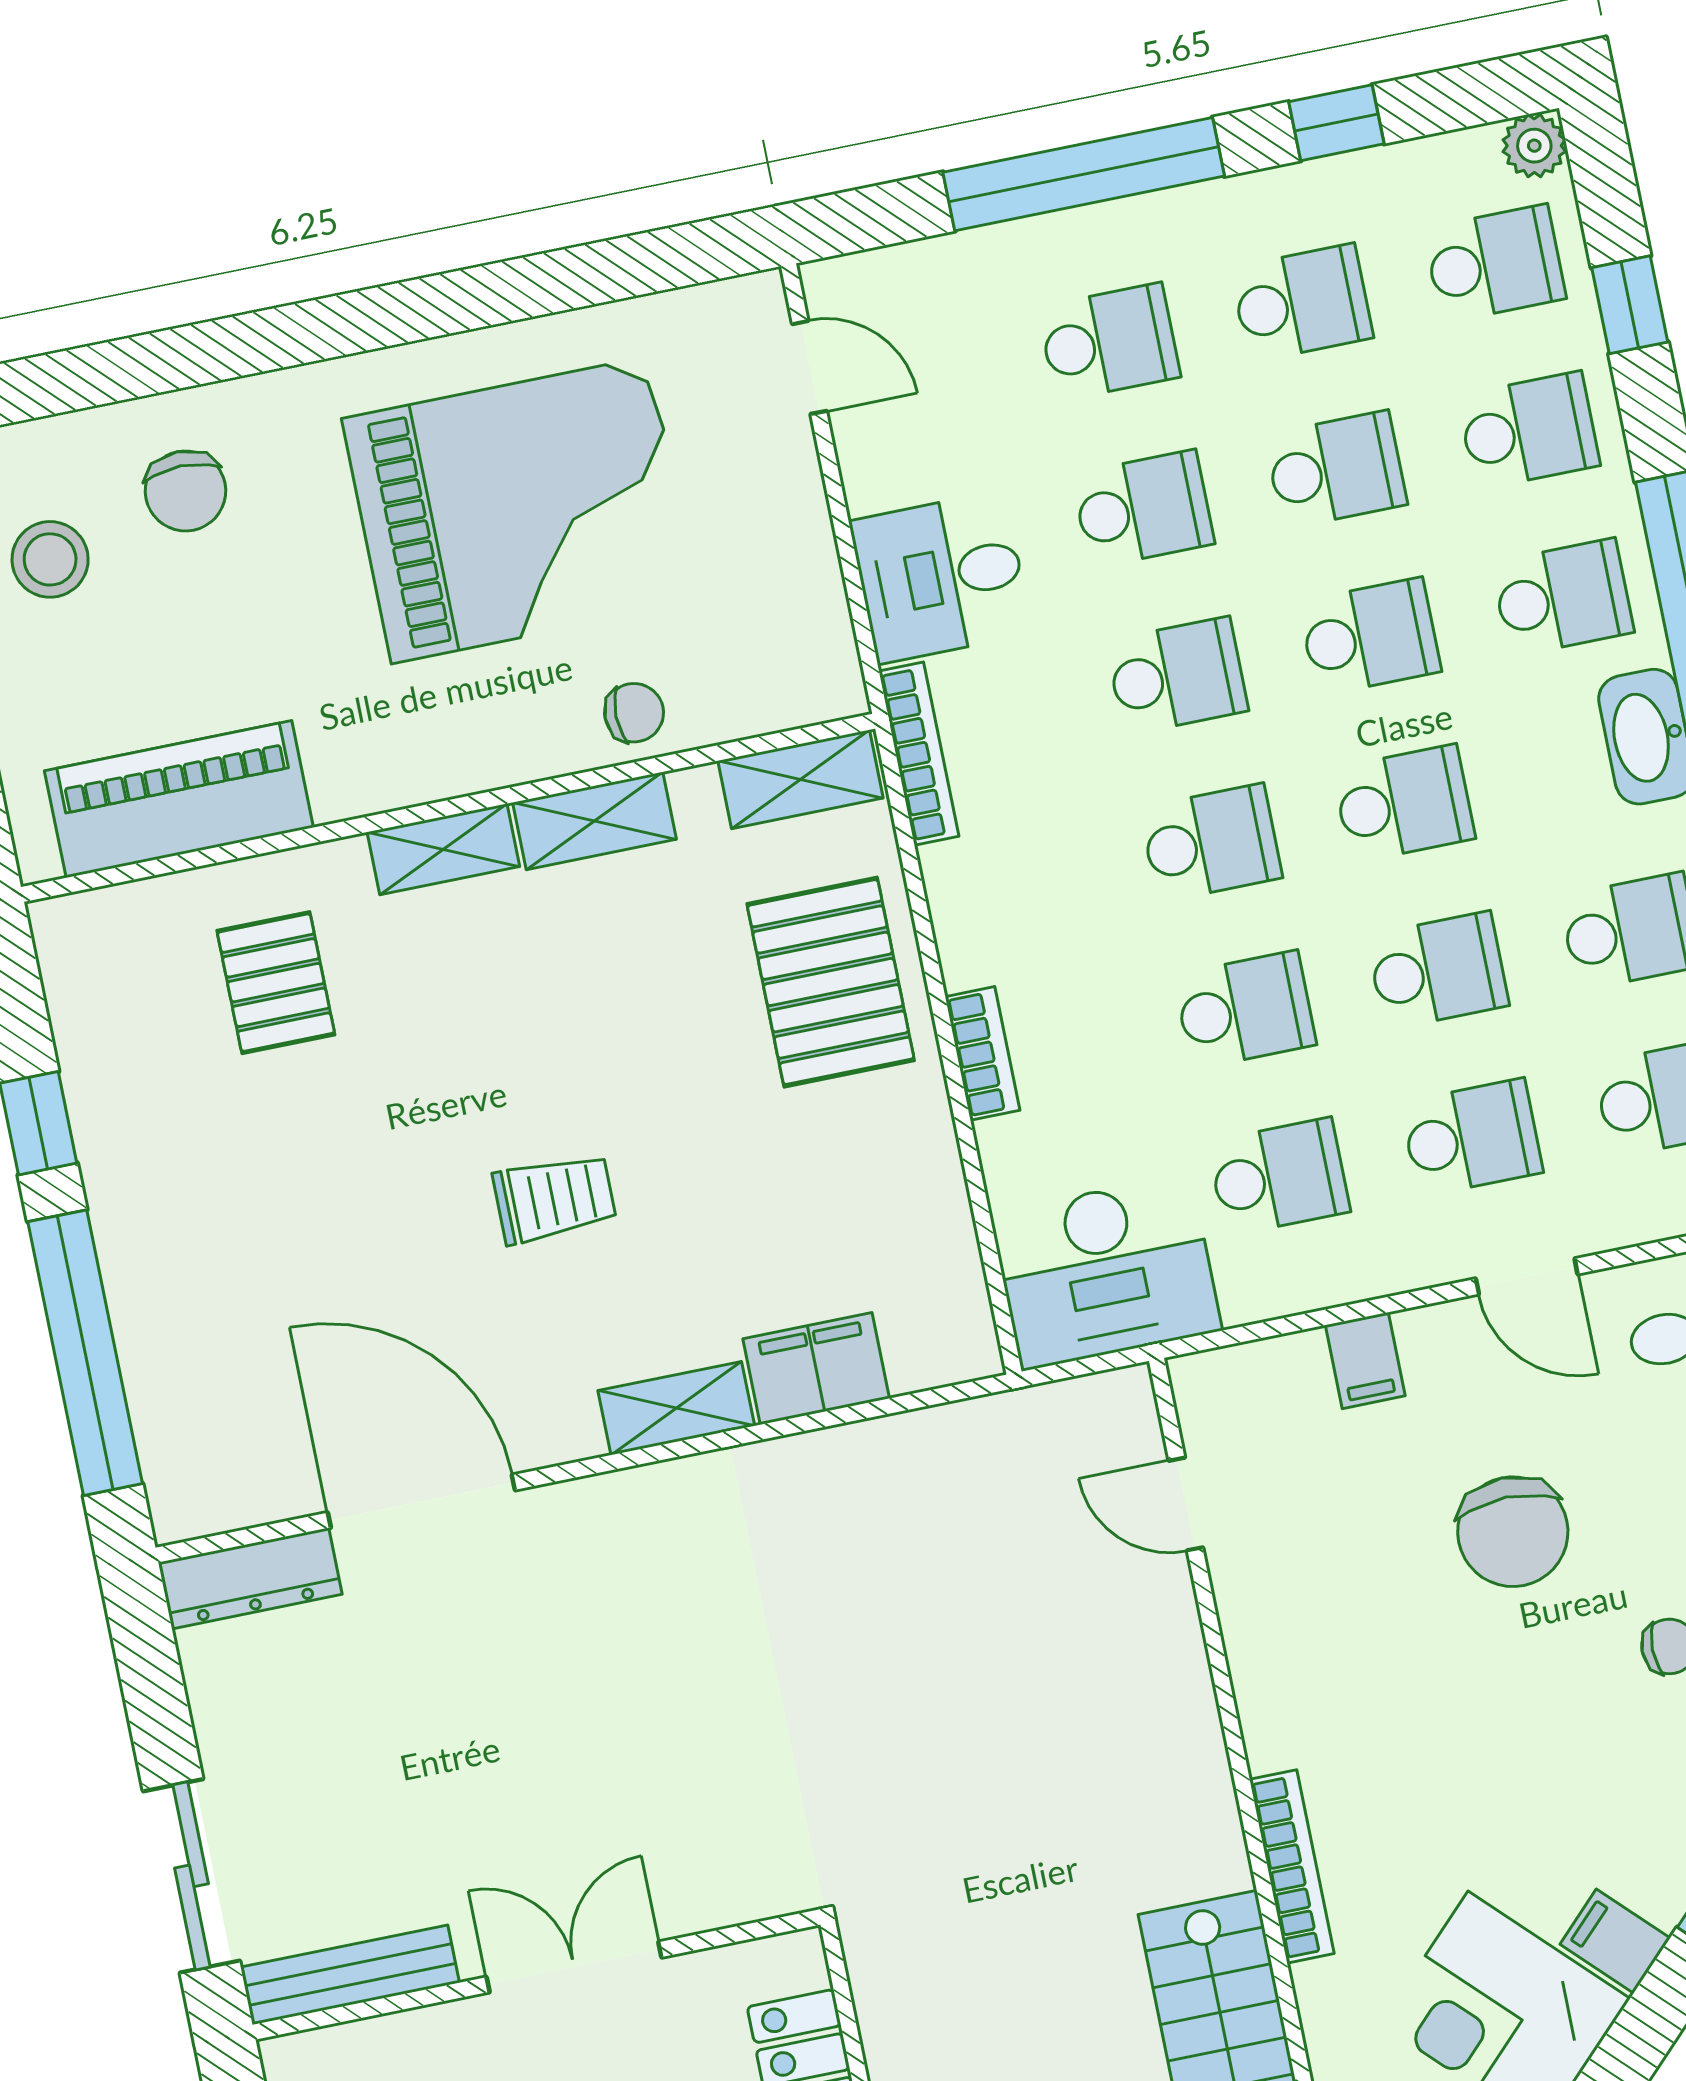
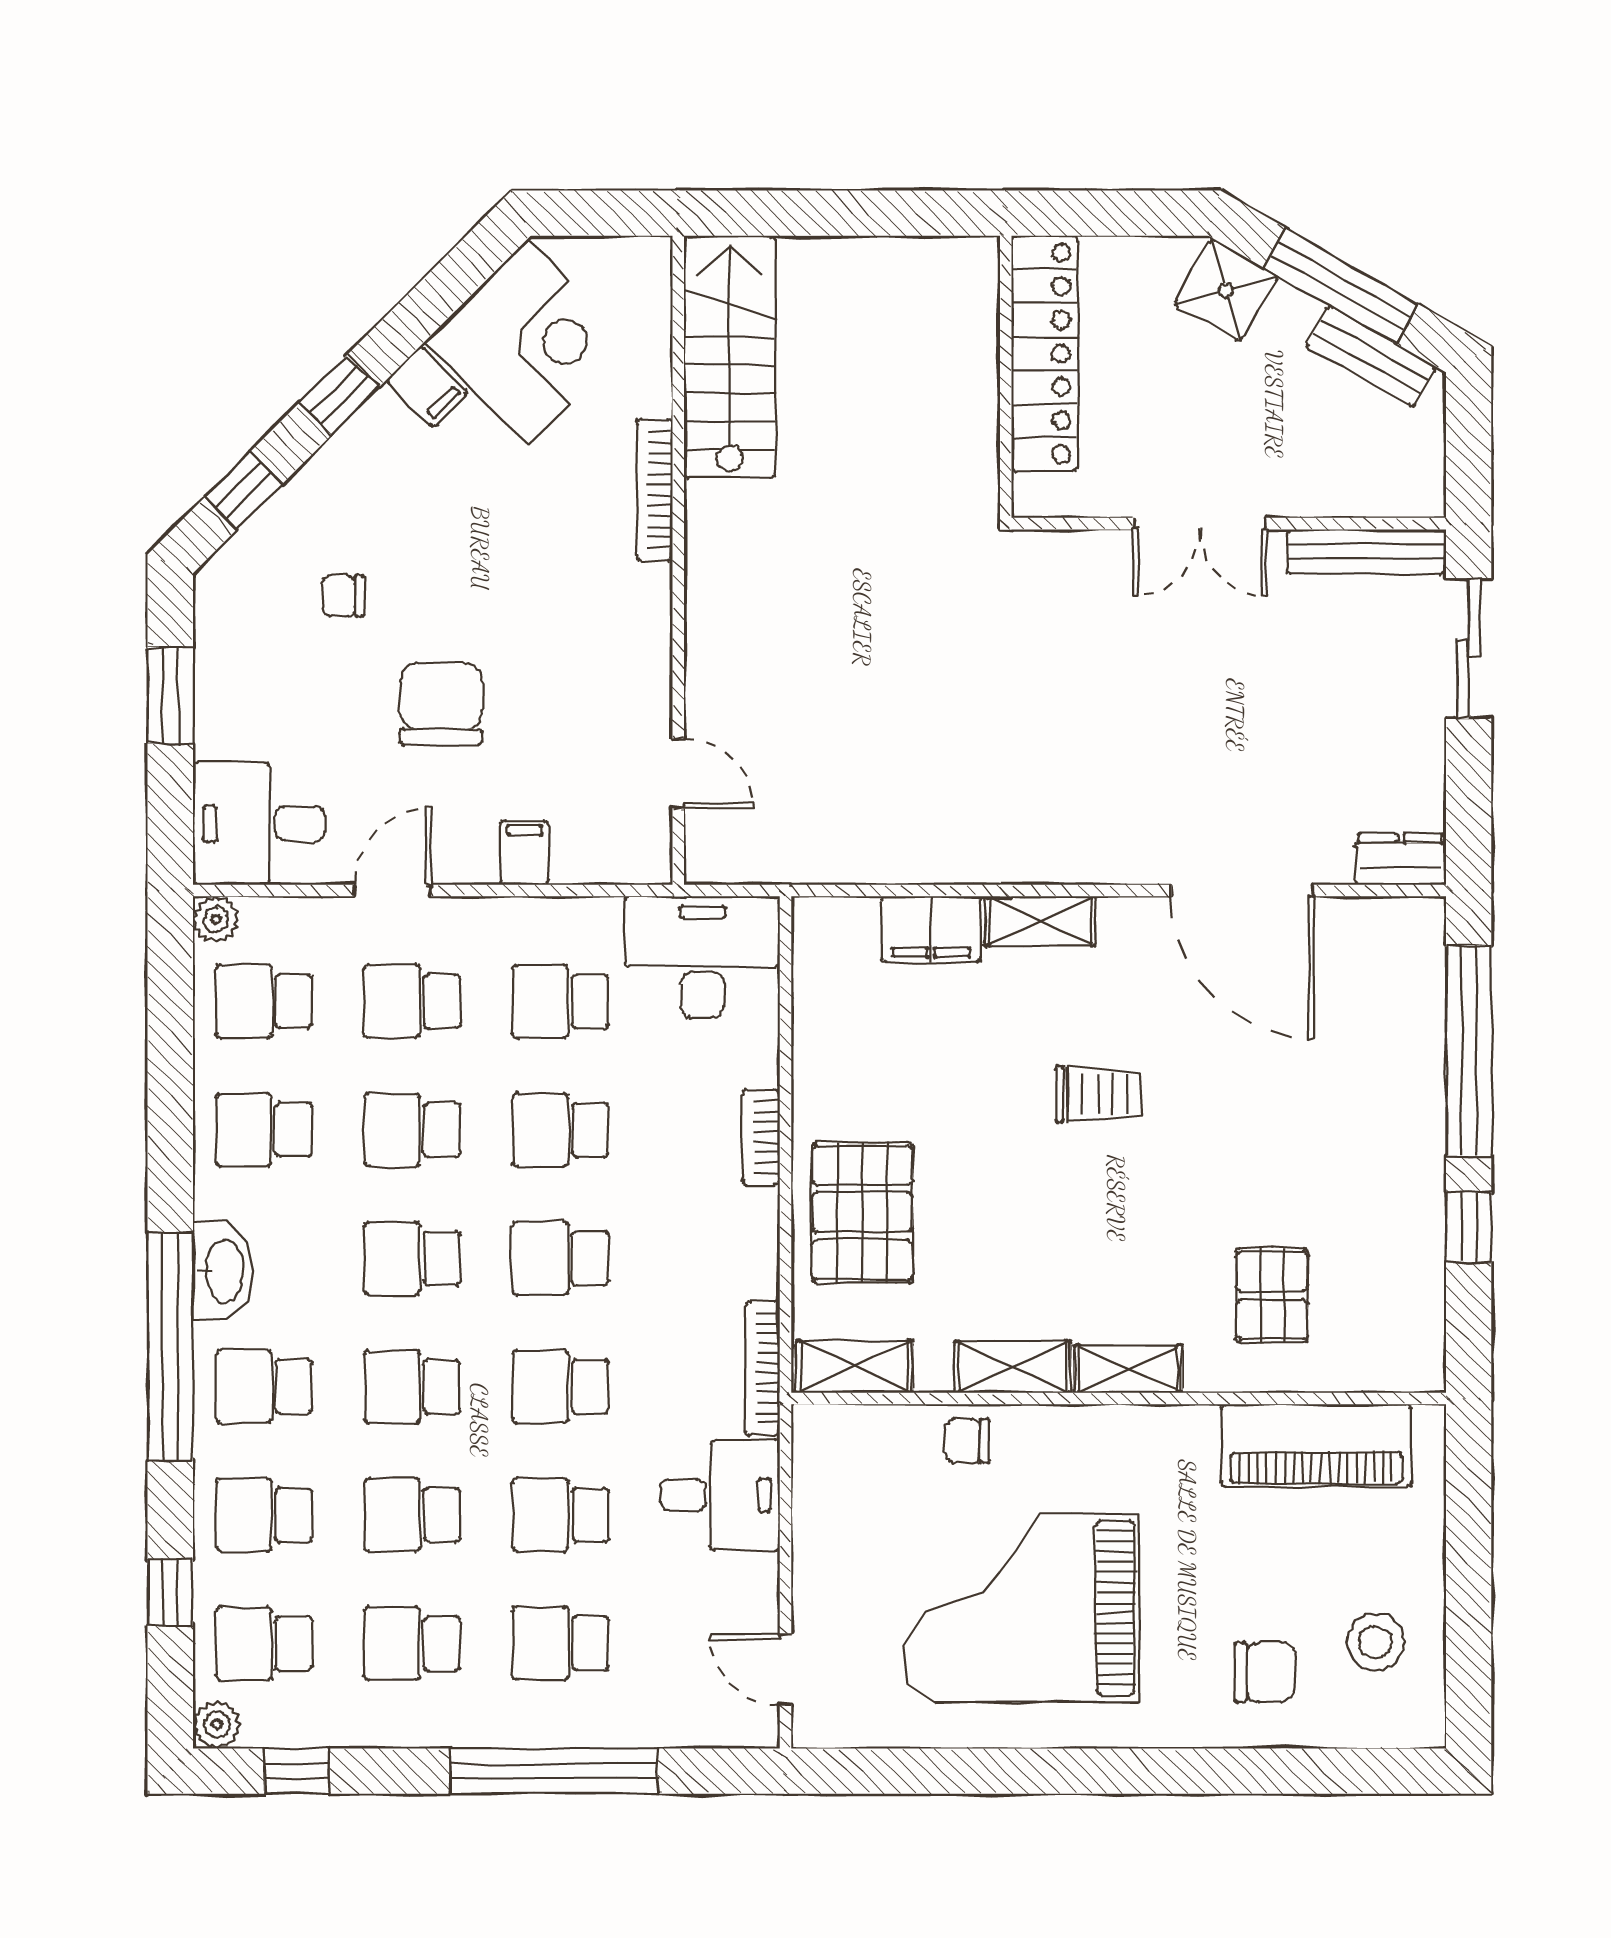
window: (1336, 123) -> (297, 1771), moved
chair: (185, 491) -> (1265, 1672), turned 90
trolley: (555, 1198) -> (1099, 1094), turned 180
door: (1527, 1276) -> (392, 891), hinge flipped
dresser: (250, 1578) -> (1400, 859), width x0.70

